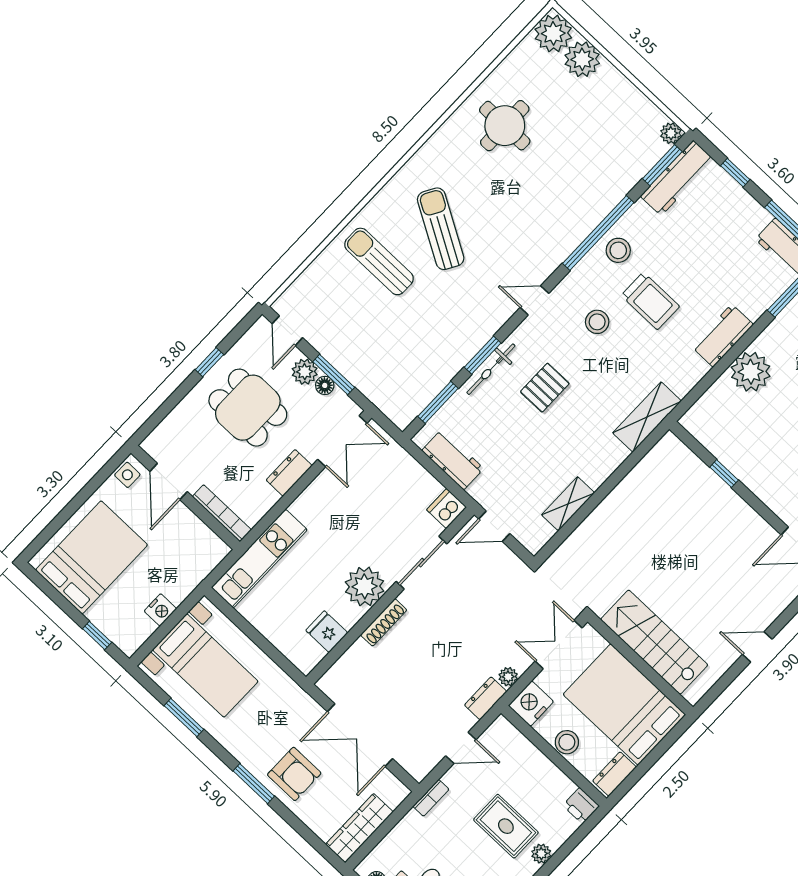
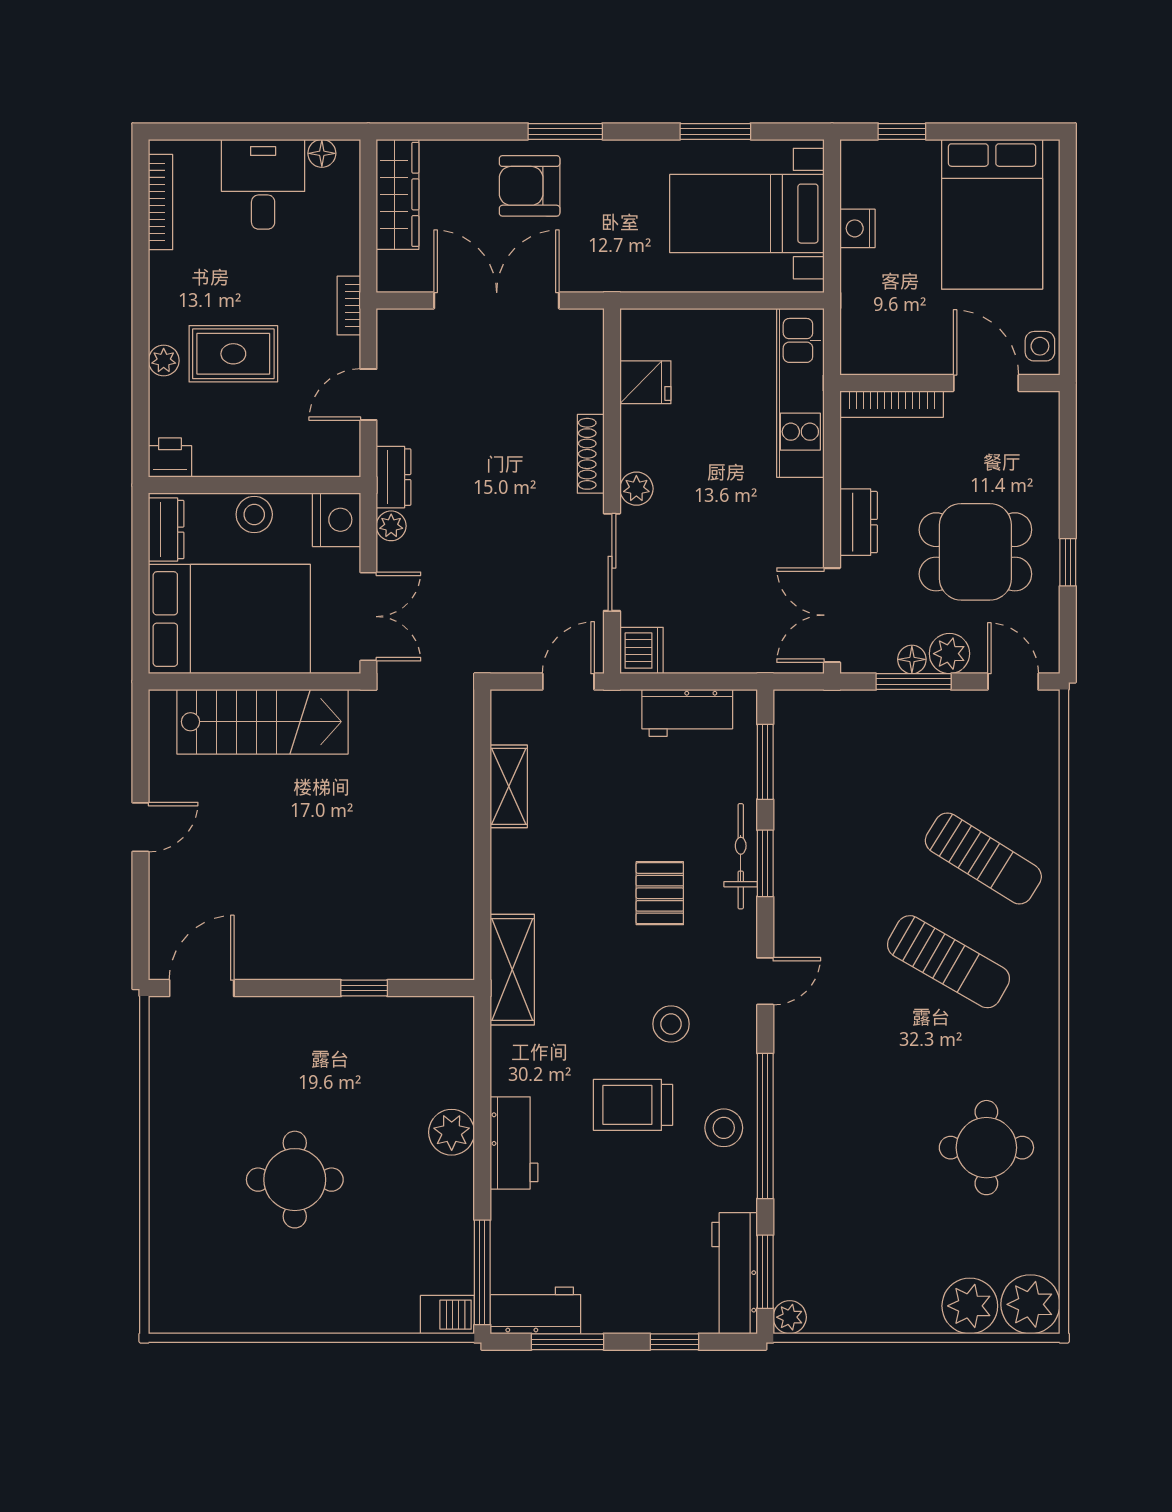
sun lounger: (379, 261) -> (983, 858), turned 32
plant: (751, 372) -> (452, 1132), width x0.73, depth x0.73
plant: (365, 586) -> (636, 489), width x0.53, depth x0.53

